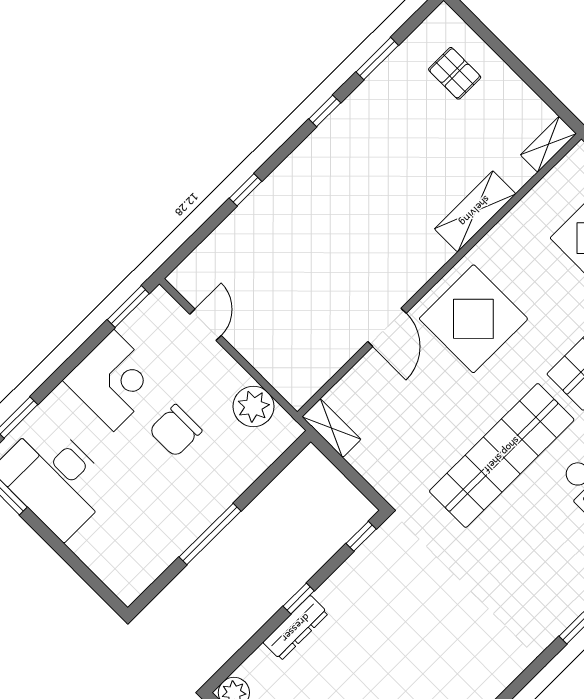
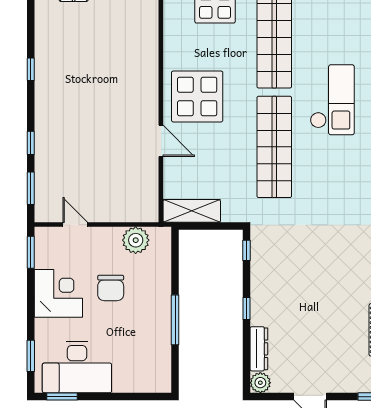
window: (377, 59) -> (31, 188), moved
shelving: (475, 211) -> (148, 46), removed
shelving: (331, 428) -> (192, 211), width x1.50, depth x1.33
dresser: (296, 628) -> (259, 349), moved

